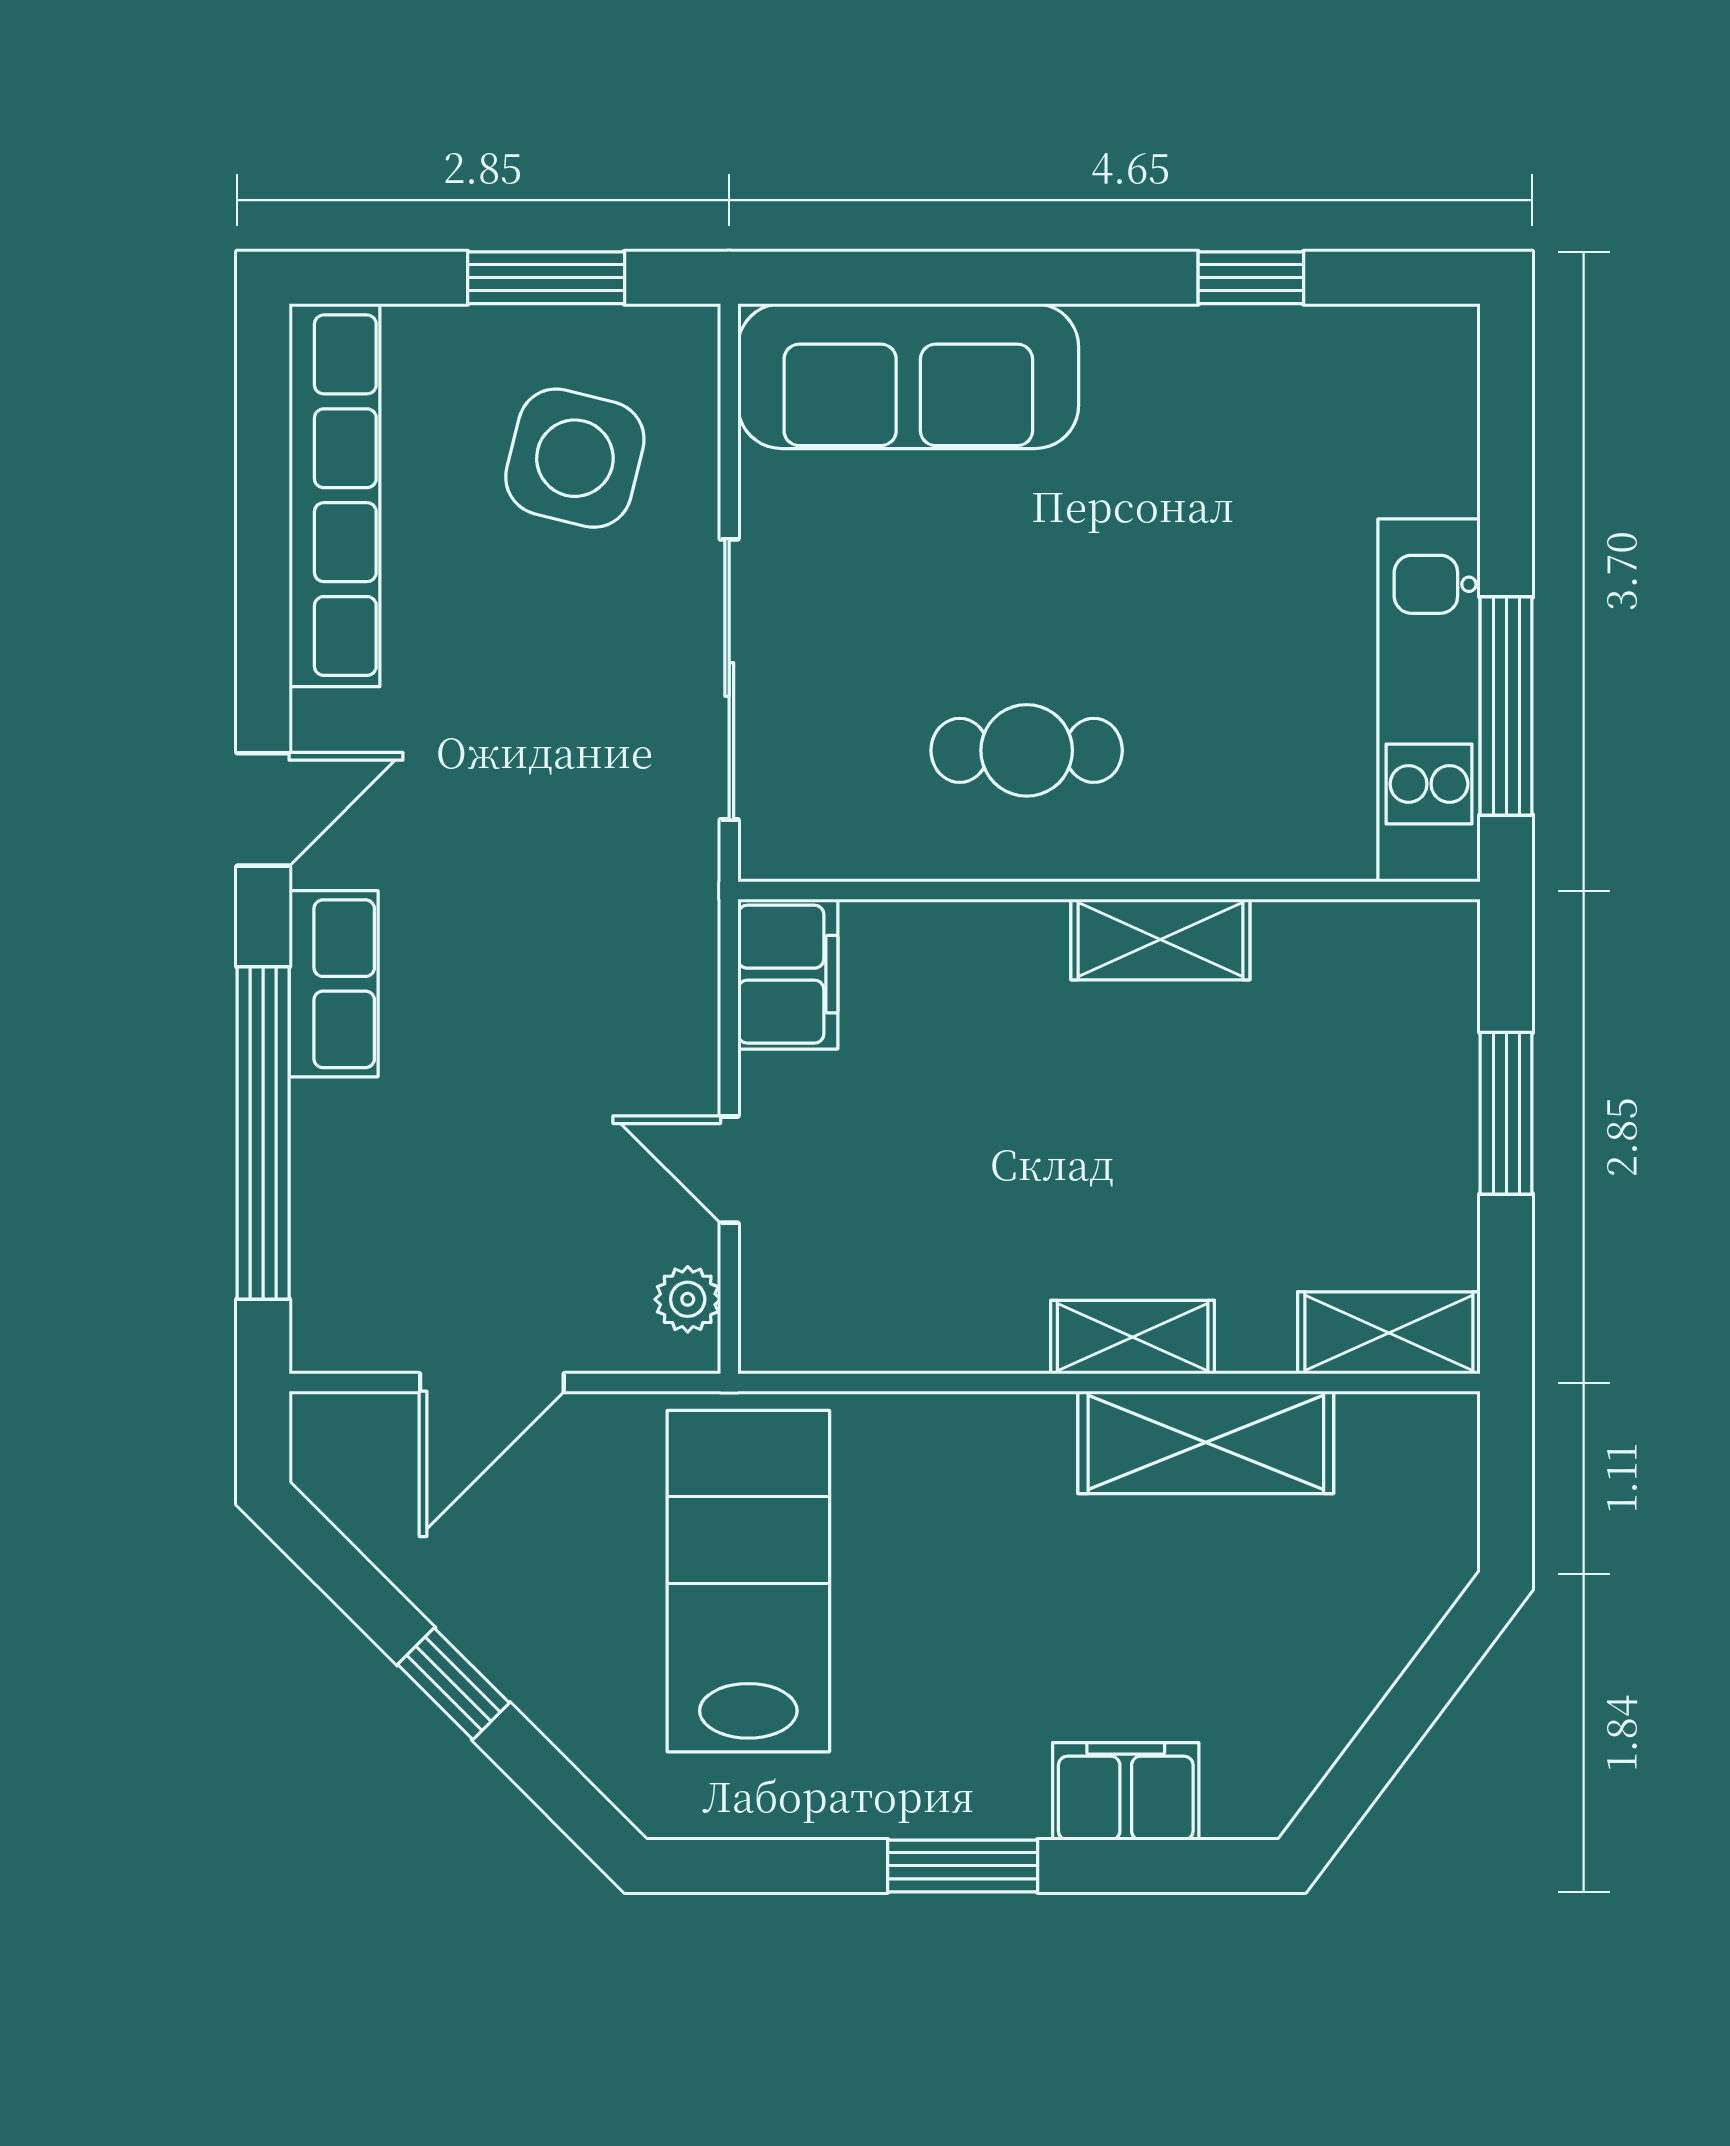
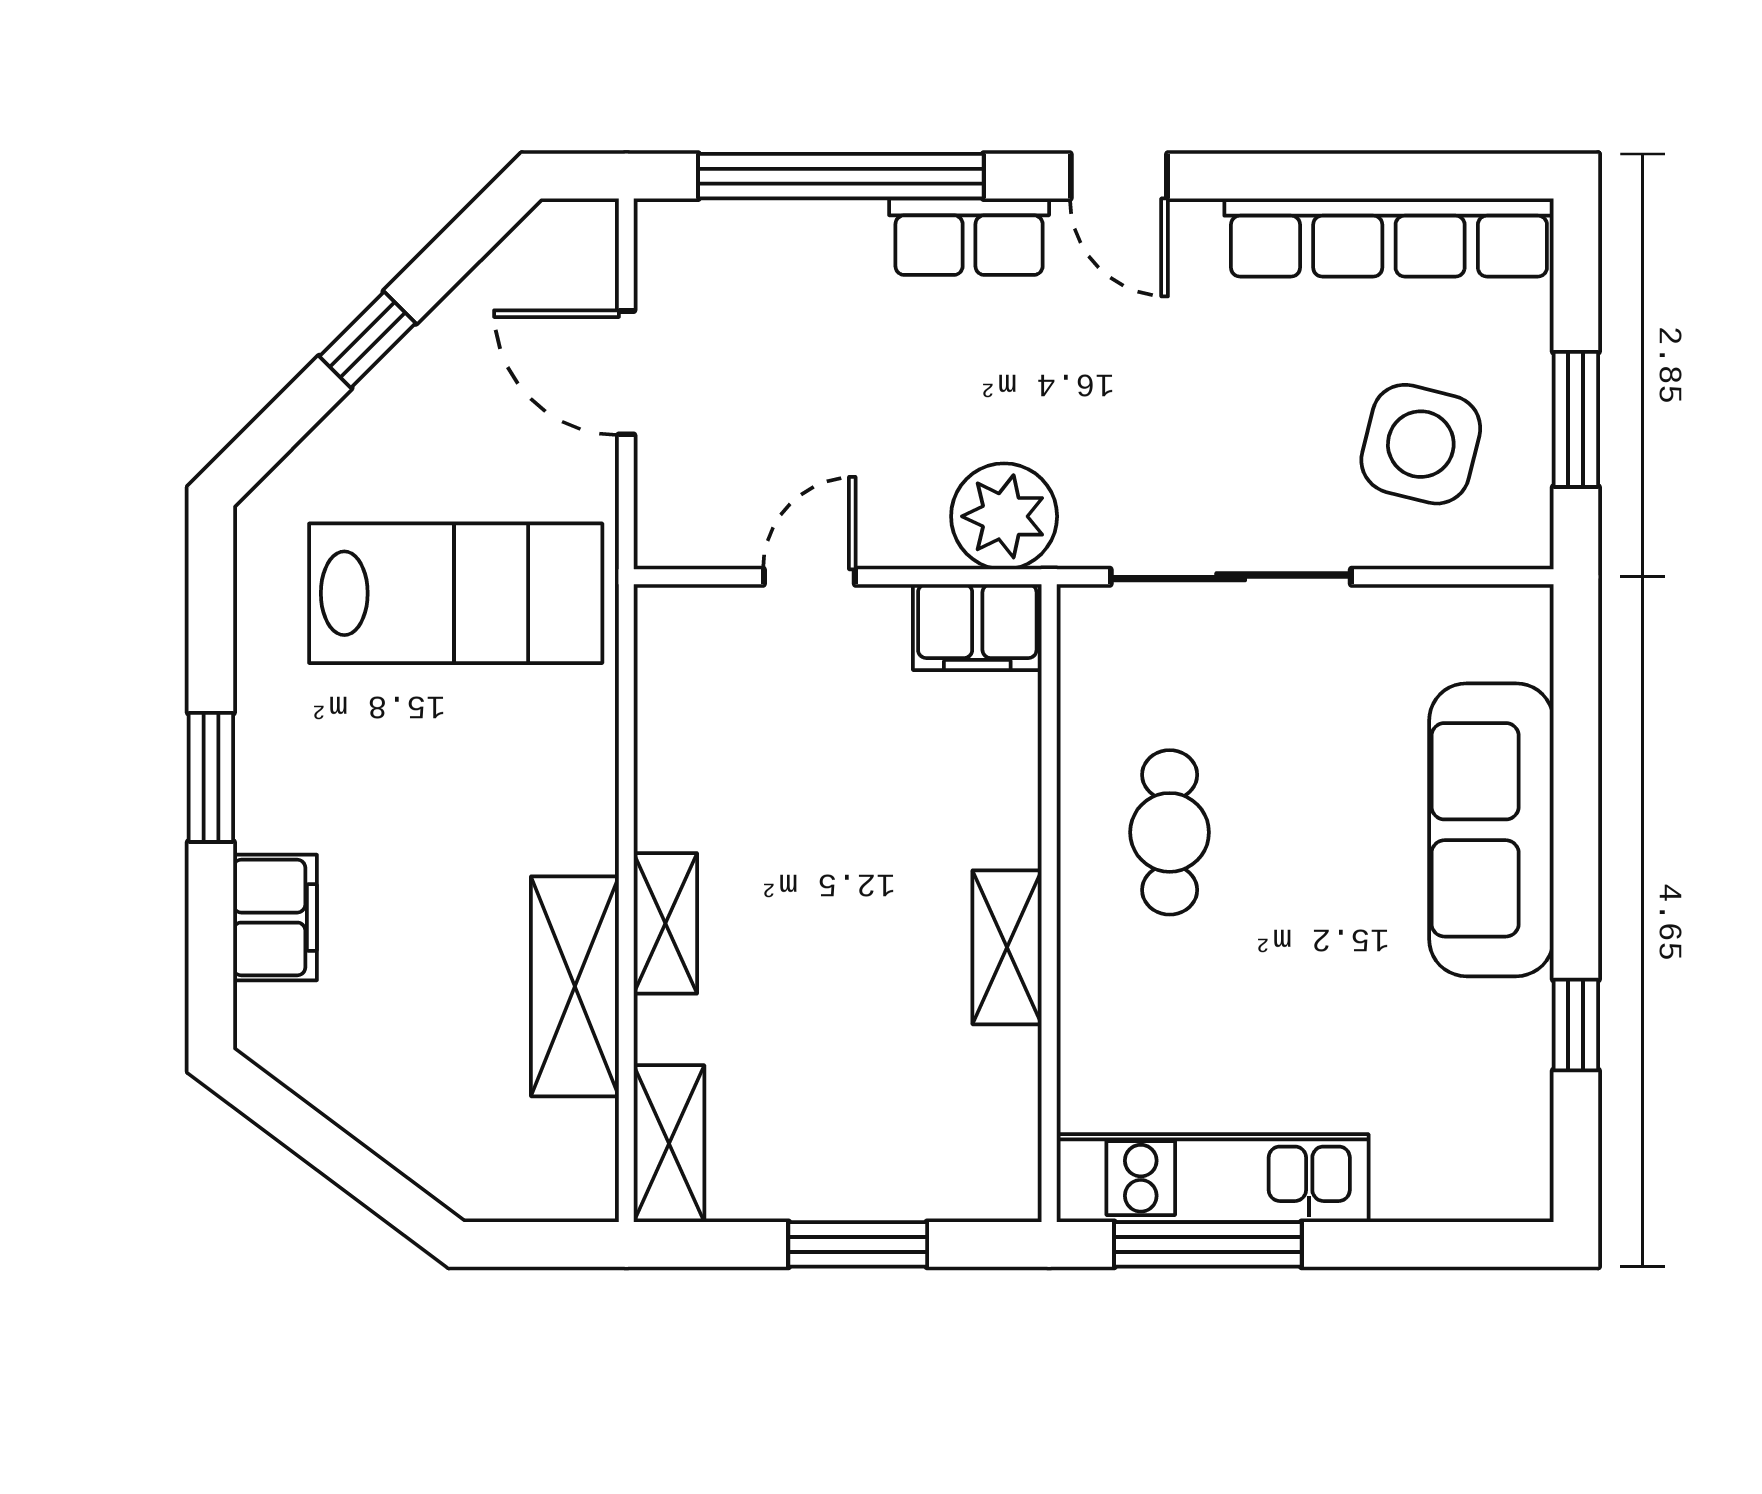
sofa: (908, 376) -> (1491, 830), moved
plant: (688, 1299) -> (1004, 516), moved, width x1.88, depth x1.88

